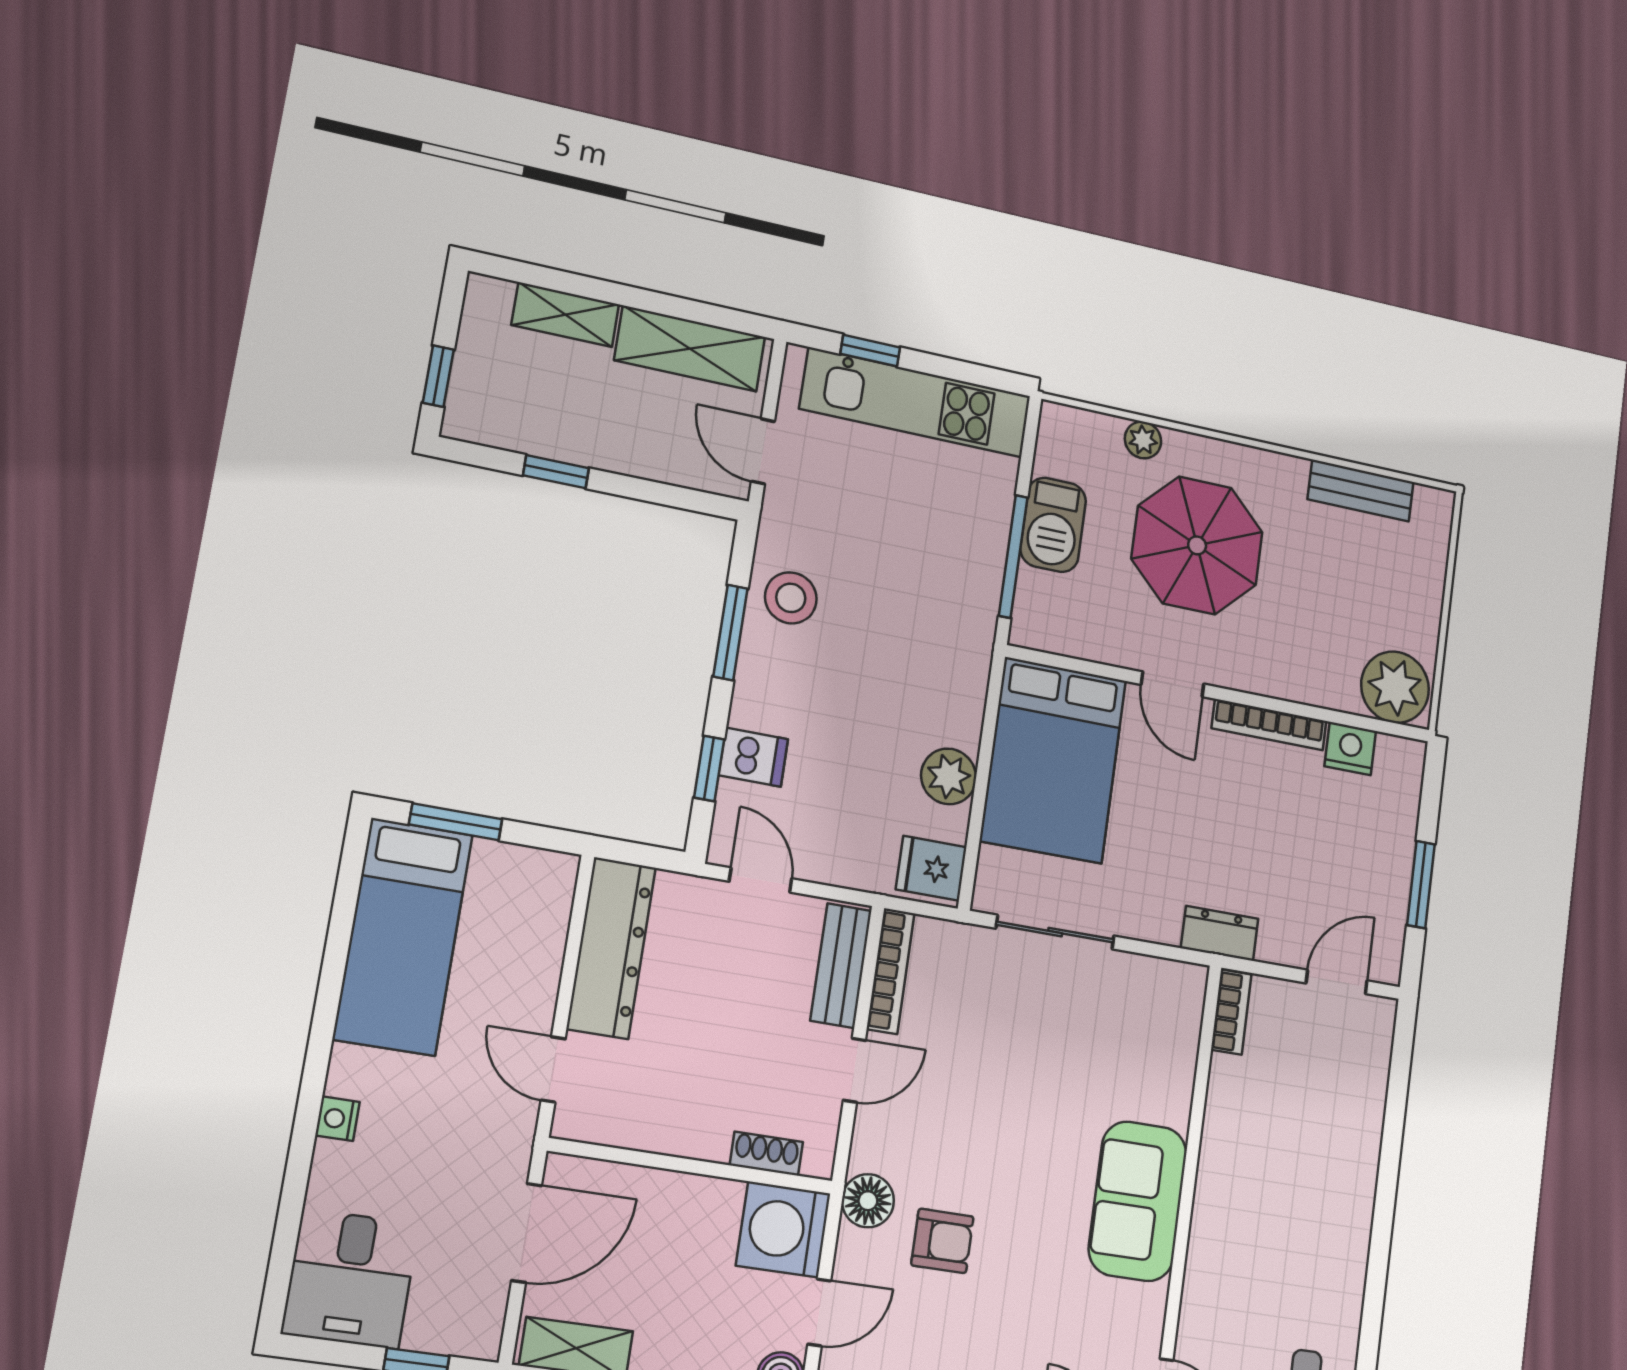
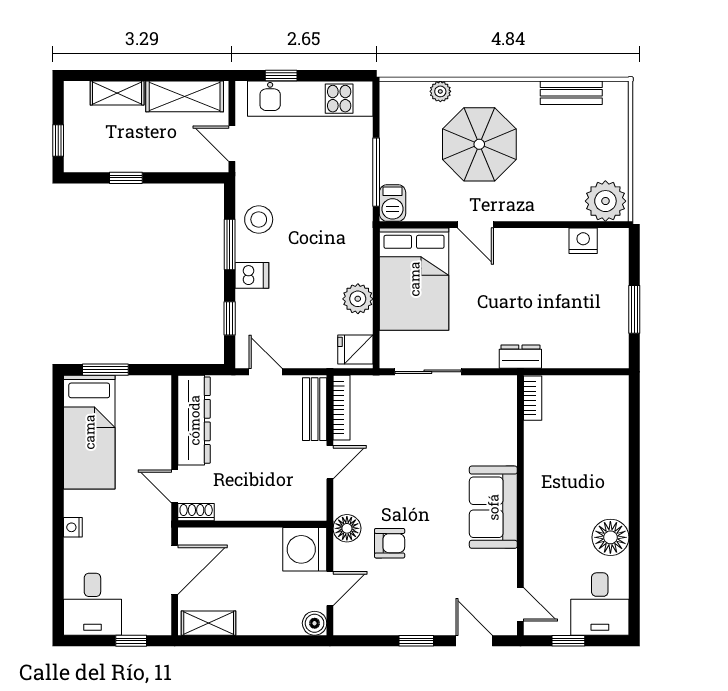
barbecue: (1053, 525) -> (393, 203), moved, width x0.73, depth x0.79
bookcase: (1269, 725) -> (534, 236), removed
dishwasher: (753, 757) -> (252, 275), moved
door: (1337, 982) -> (591, 372), removed
shoe rack: (766, 1154) -> (196, 512), moved
floor lamp: (1334, 1288) -> (610, 537), added

